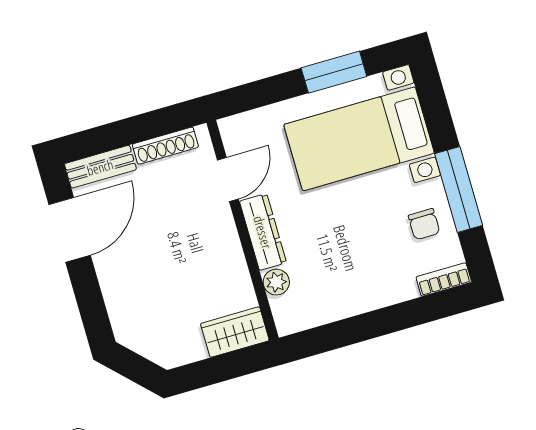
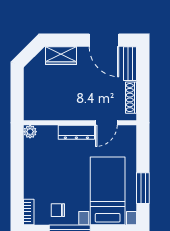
door: (228, 179) -> (106, 123), hinge flipped
plant: (276, 282) -> (30, 132), moved
wardrobe: (235, 332) -> (61, 56), moved, turned 90

